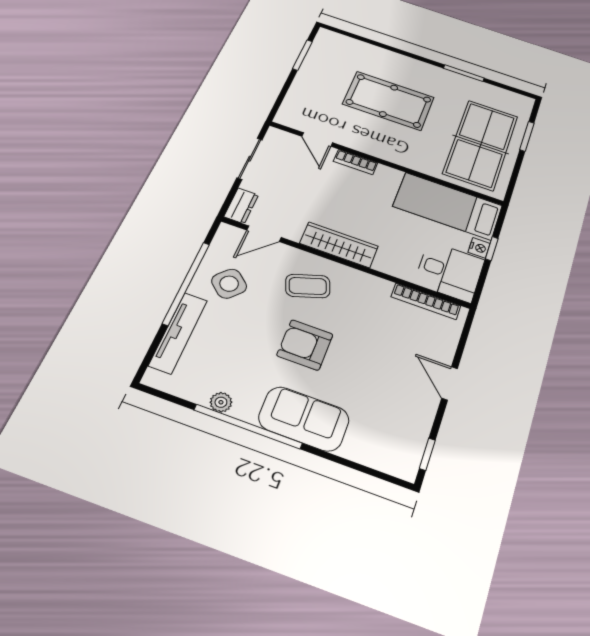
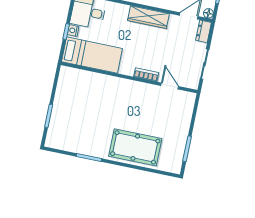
pool table: (389, 101) -> (135, 147), moved
table tennis table: (481, 145) -> (76, 103), removed
floor lamp: (226, 231) -> (208, 13), added

